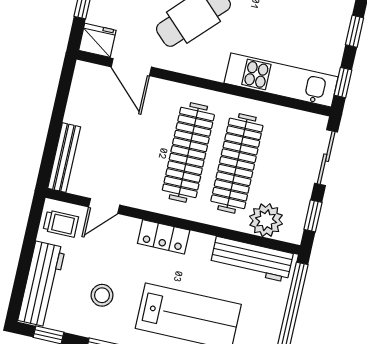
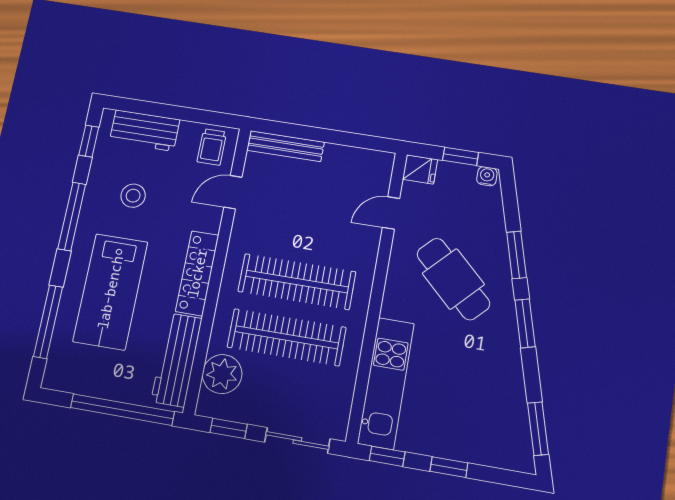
fridge: (97, 40) -> (420, 169), width x0.72
door: (131, 67) -> (391, 213), width x0.73
door: (104, 206) -> (233, 192), hinge flipped
locker: (164, 237) -> (197, 273), width x1.53
workbench: (42, 284) -> (145, 131), width x0.73

